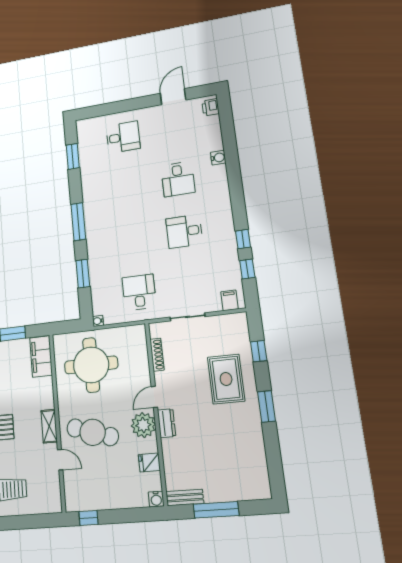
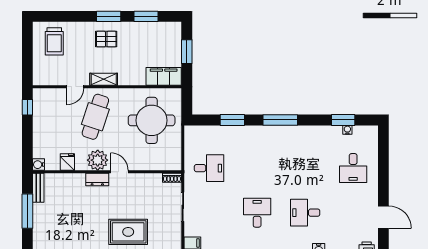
water cooler: (98, 321) -> (347, 130), moved
shoe rack: (157, 355) -> (172, 178), moved, width x0.70

